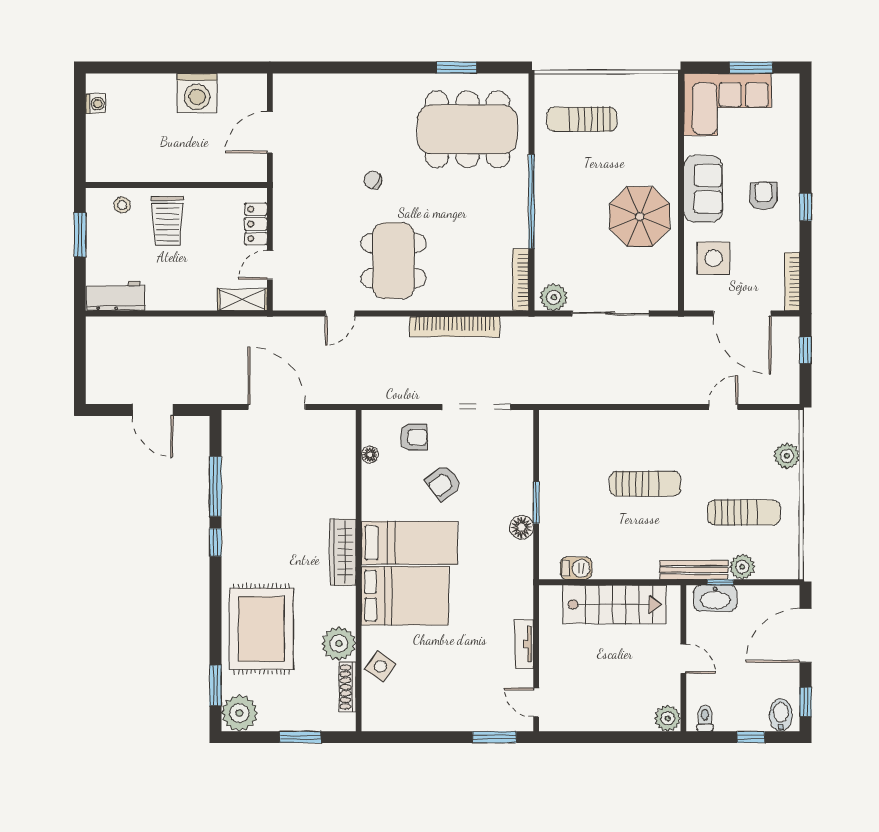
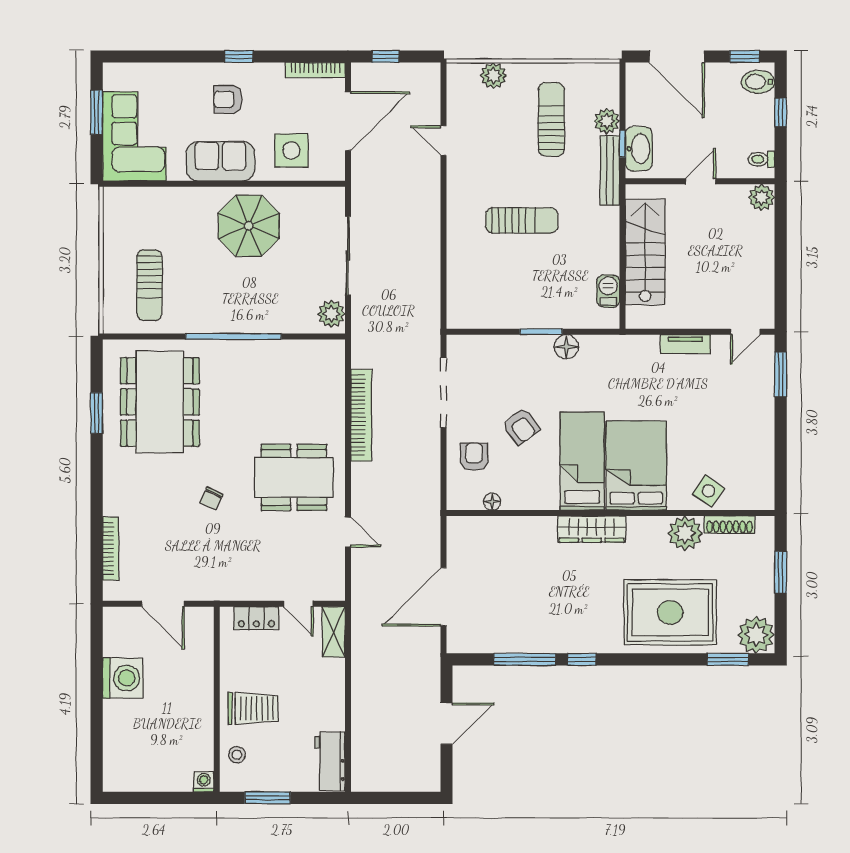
washing machine: (96, 104) -> (204, 782), moved
bookcase: (521, 280) -> (111, 549), moved, turned -90
sun lounger: (645, 484) -> (522, 220), turned 90

